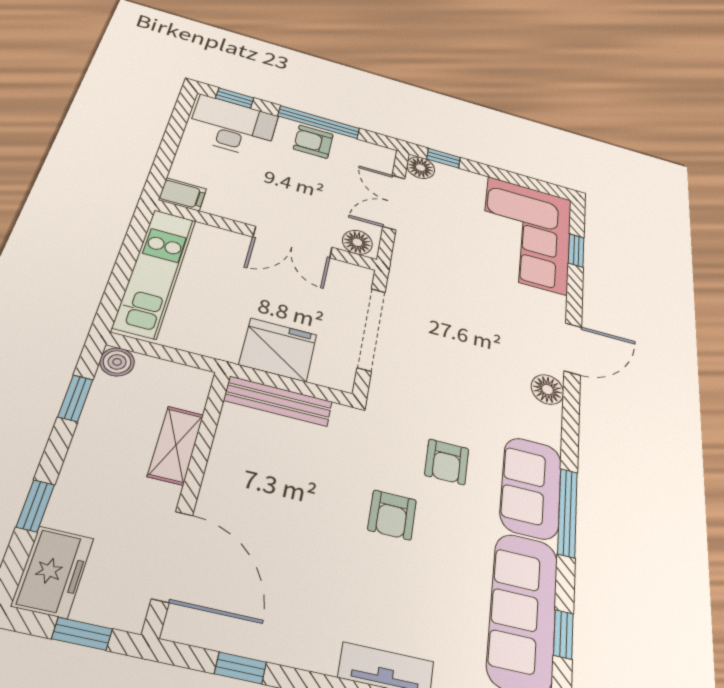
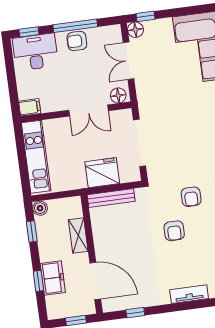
freezer: (53, 572) -> (53, 278), moved

